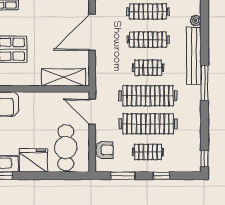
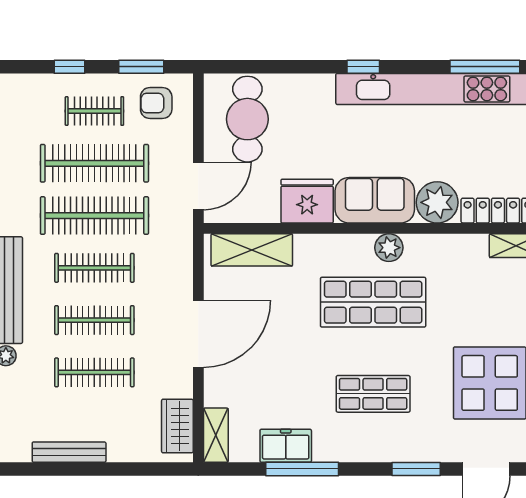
clothes rail: (148, 68) -> (94, 268), width x1.36
door: (92, 112) -> (198, 186), hinge flipped
armchair: (105, 150) -> (156, 103), moved
fridge: (33, 160) -> (307, 201), moved, turned 180

